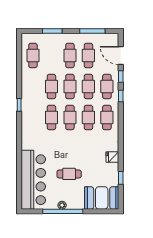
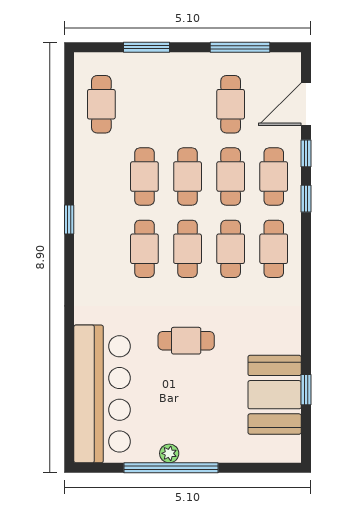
cafe table: (70, 55) -> (188, 104), removed
door: (121, 55) -> (306, 104), hinge flipped
fridge: (112, 157) -> (286, 341), removed
cafe table: (69, 174) -> (186, 341), moved
booth: (102, 198) -> (275, 395), moved, turned 90

